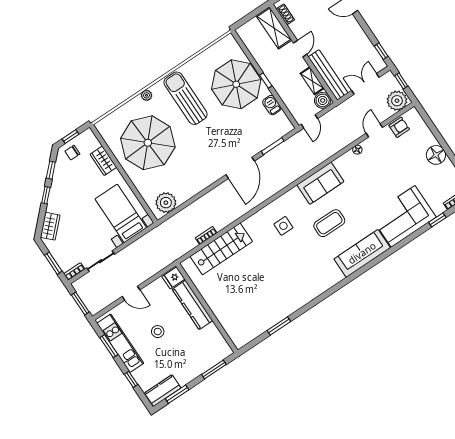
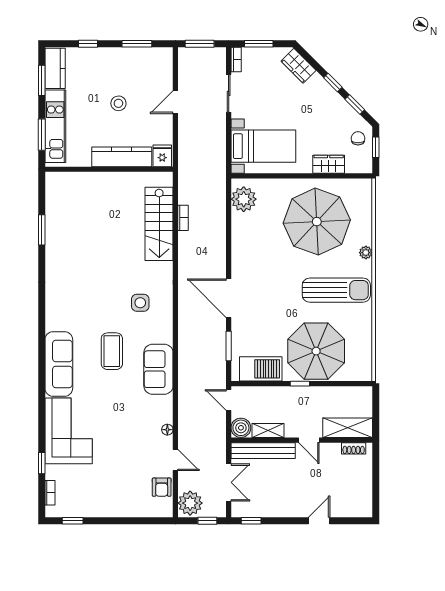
barbecue: (272, 105) -> (261, 369), width x1.88, depth x1.53
floor lamp: (436, 155) -> (109, 506), removed
kitchen unit: (120, 343) -> (55, 126), moved, turned -90

